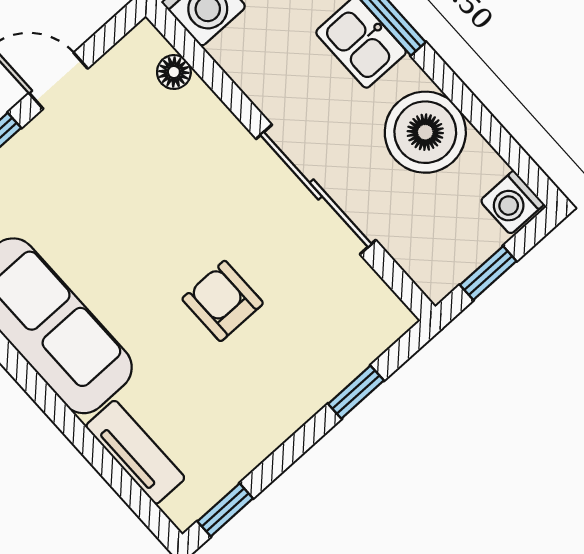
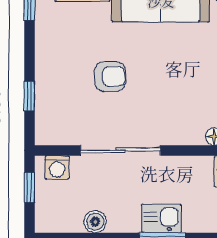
boiler: (425, 132) -> (95, 222), width x0.54, depth x0.54
washing machine: (512, 202) -> (57, 167), moved, turned 180

